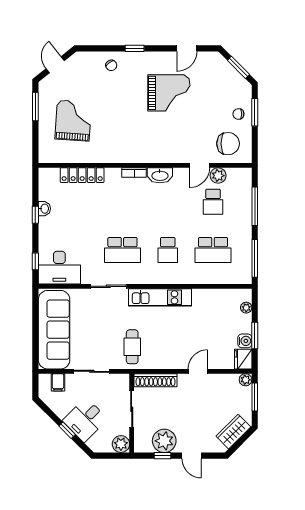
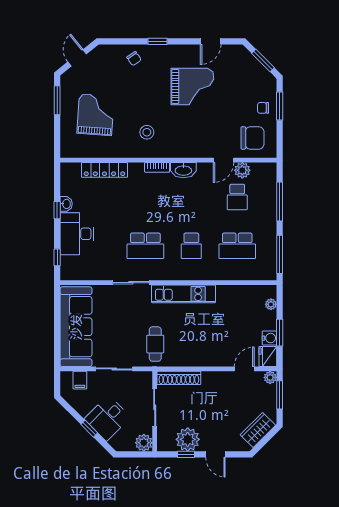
stool: (124, 138) -> (147, 132), added
desk: (59, 268) -> (77, 234), moved, turned 90
door: (198, 371) -> (244, 369), moved

